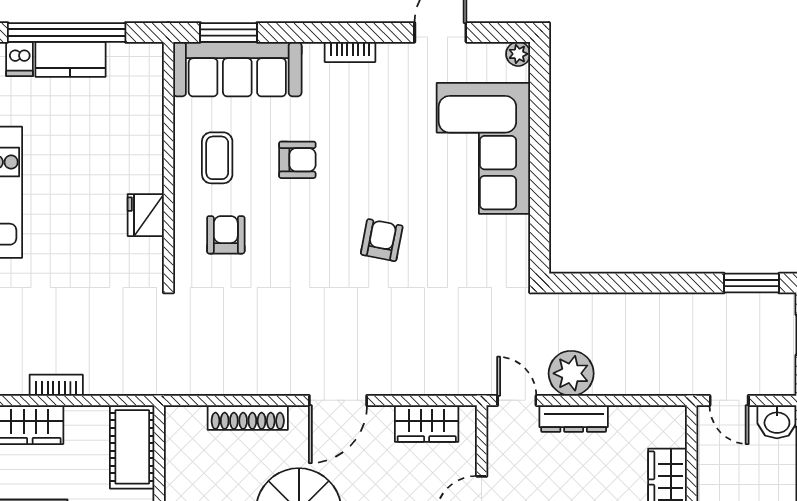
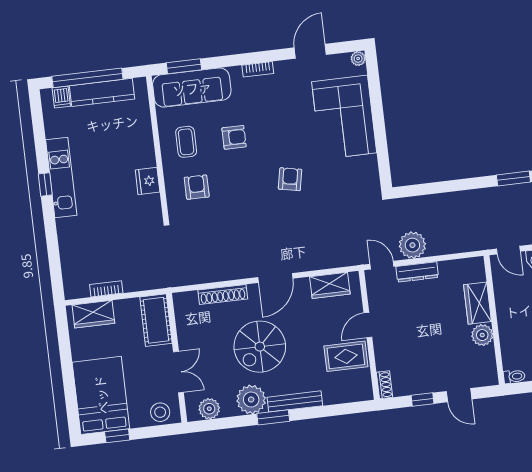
kitchen counter: (70, 59) -> (102, 92), width x1.50

